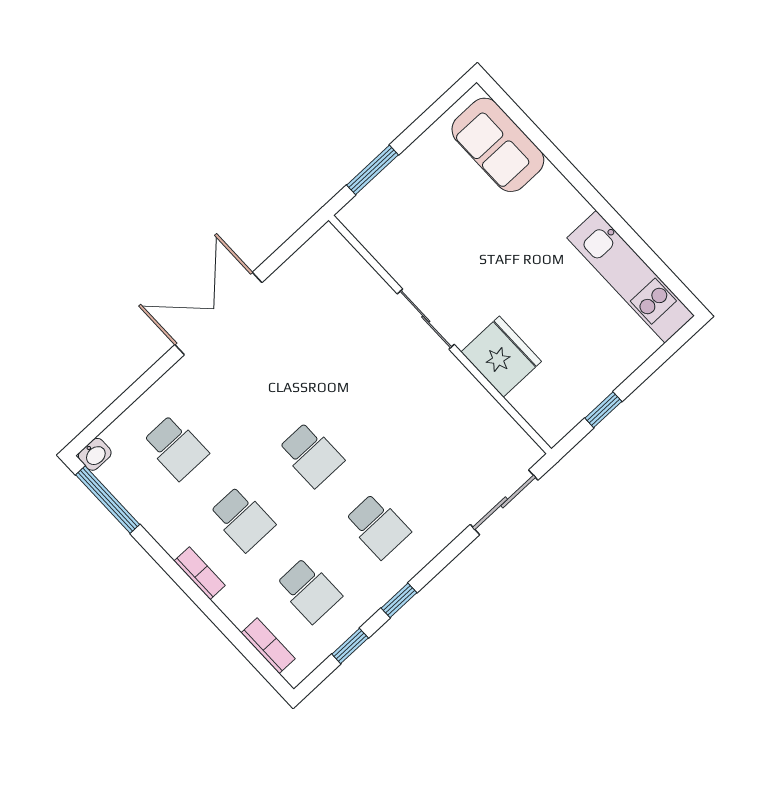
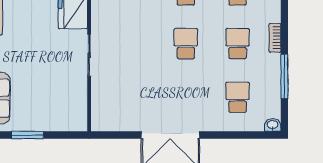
window: (372, 170) -> (27, 135), moved
window: (108, 500) -> (284, 76), moved

